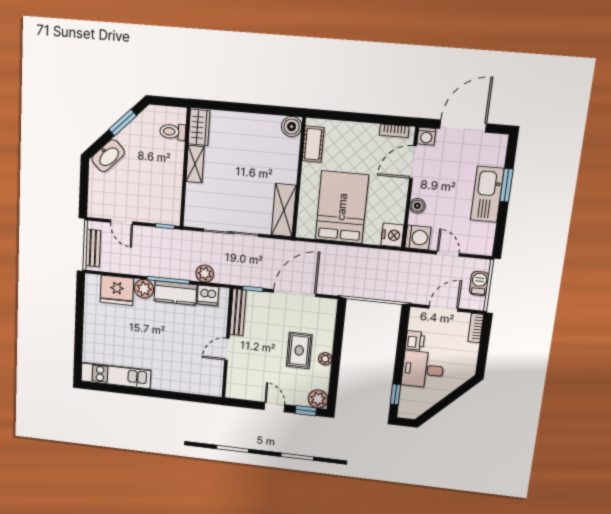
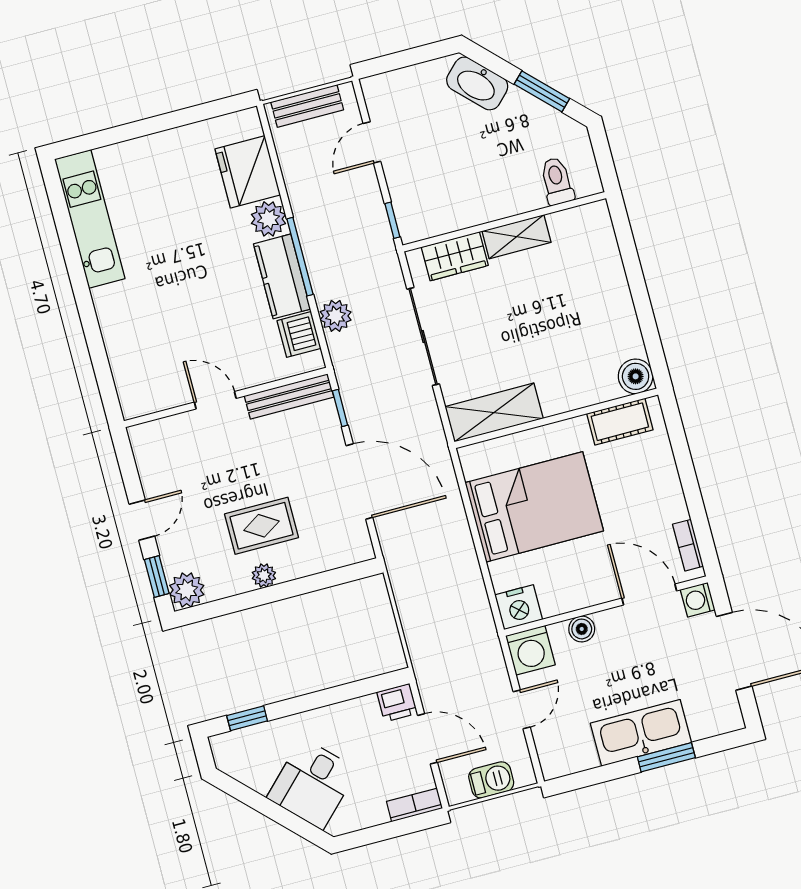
wardrobe: (199, 127) -> (455, 256), moved
printer: (415, 340) -> (397, 703), moved
desk: (423, 370) -> (312, 784), moved, turned -135

